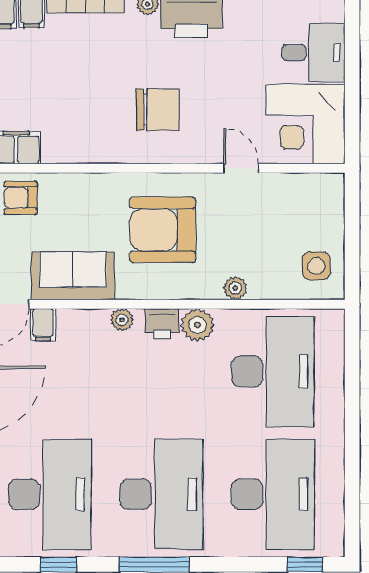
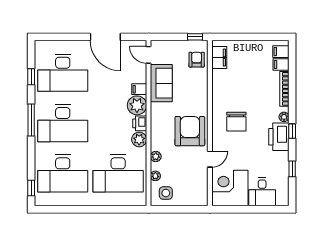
armchair: (163, 230) -> (190, 131), moved
plant: (278, 289) -> (155, 176), added
plant: (122, 320) -> (137, 105), width x1.87, depth x1.87
filing cabinet: (43, 325) -> (139, 89), moved

